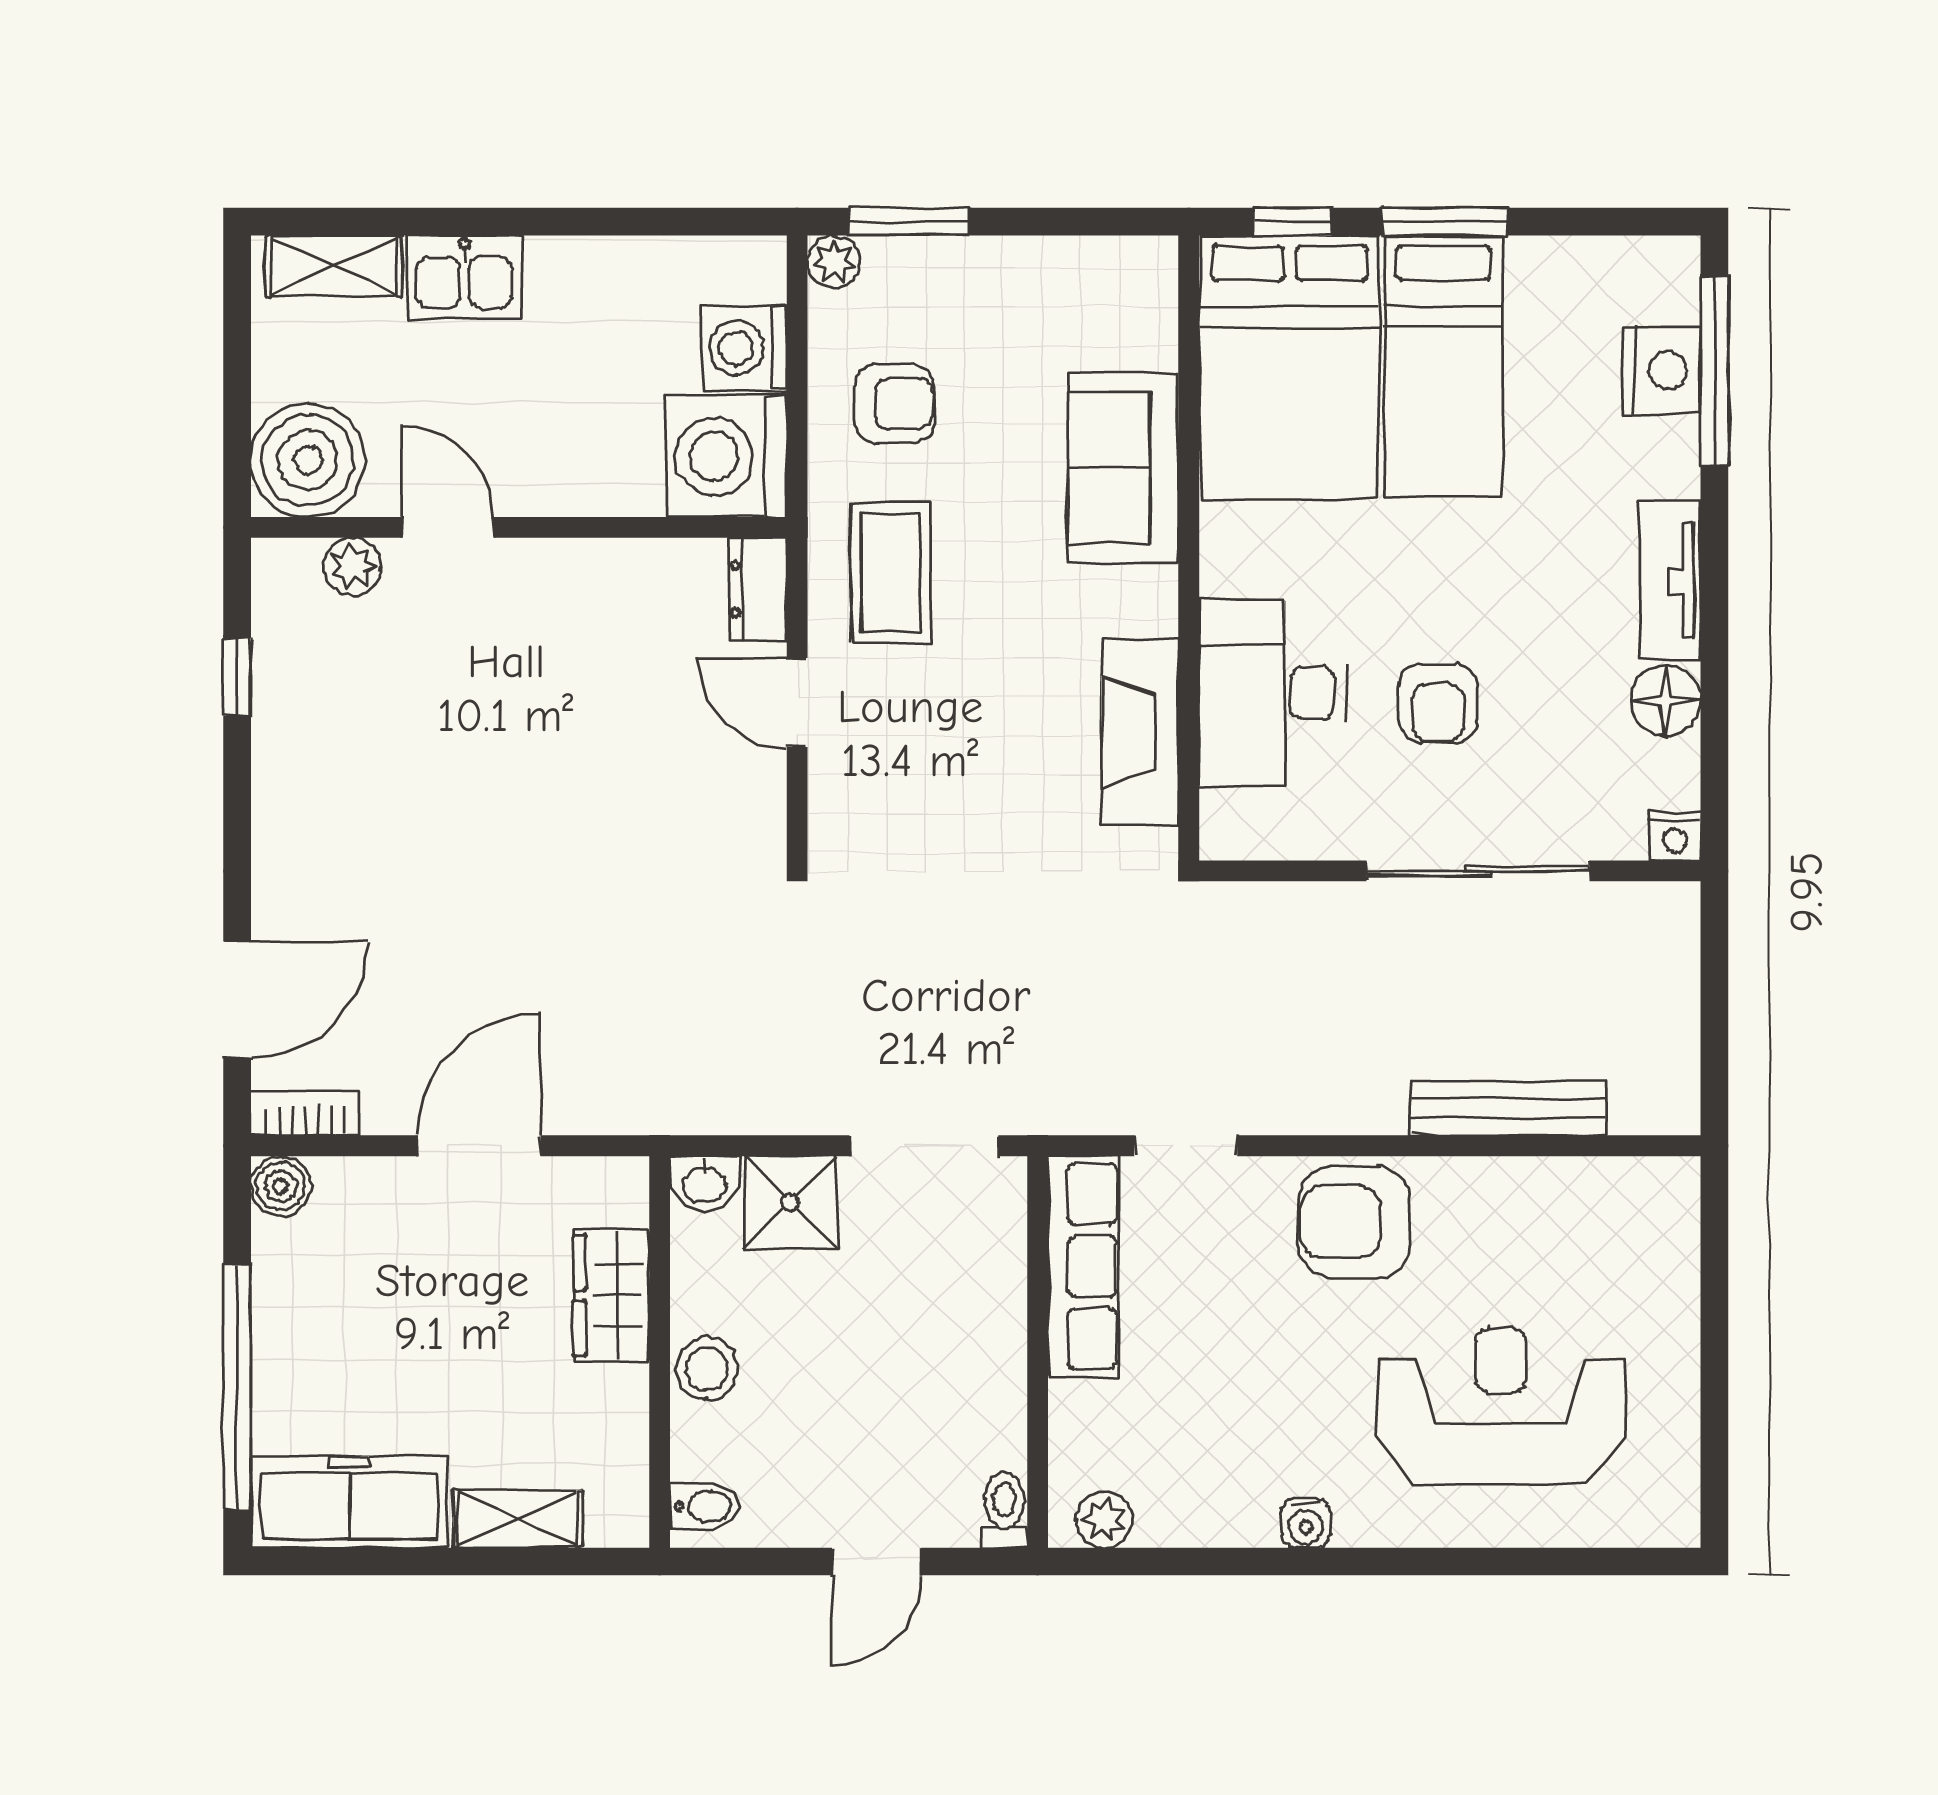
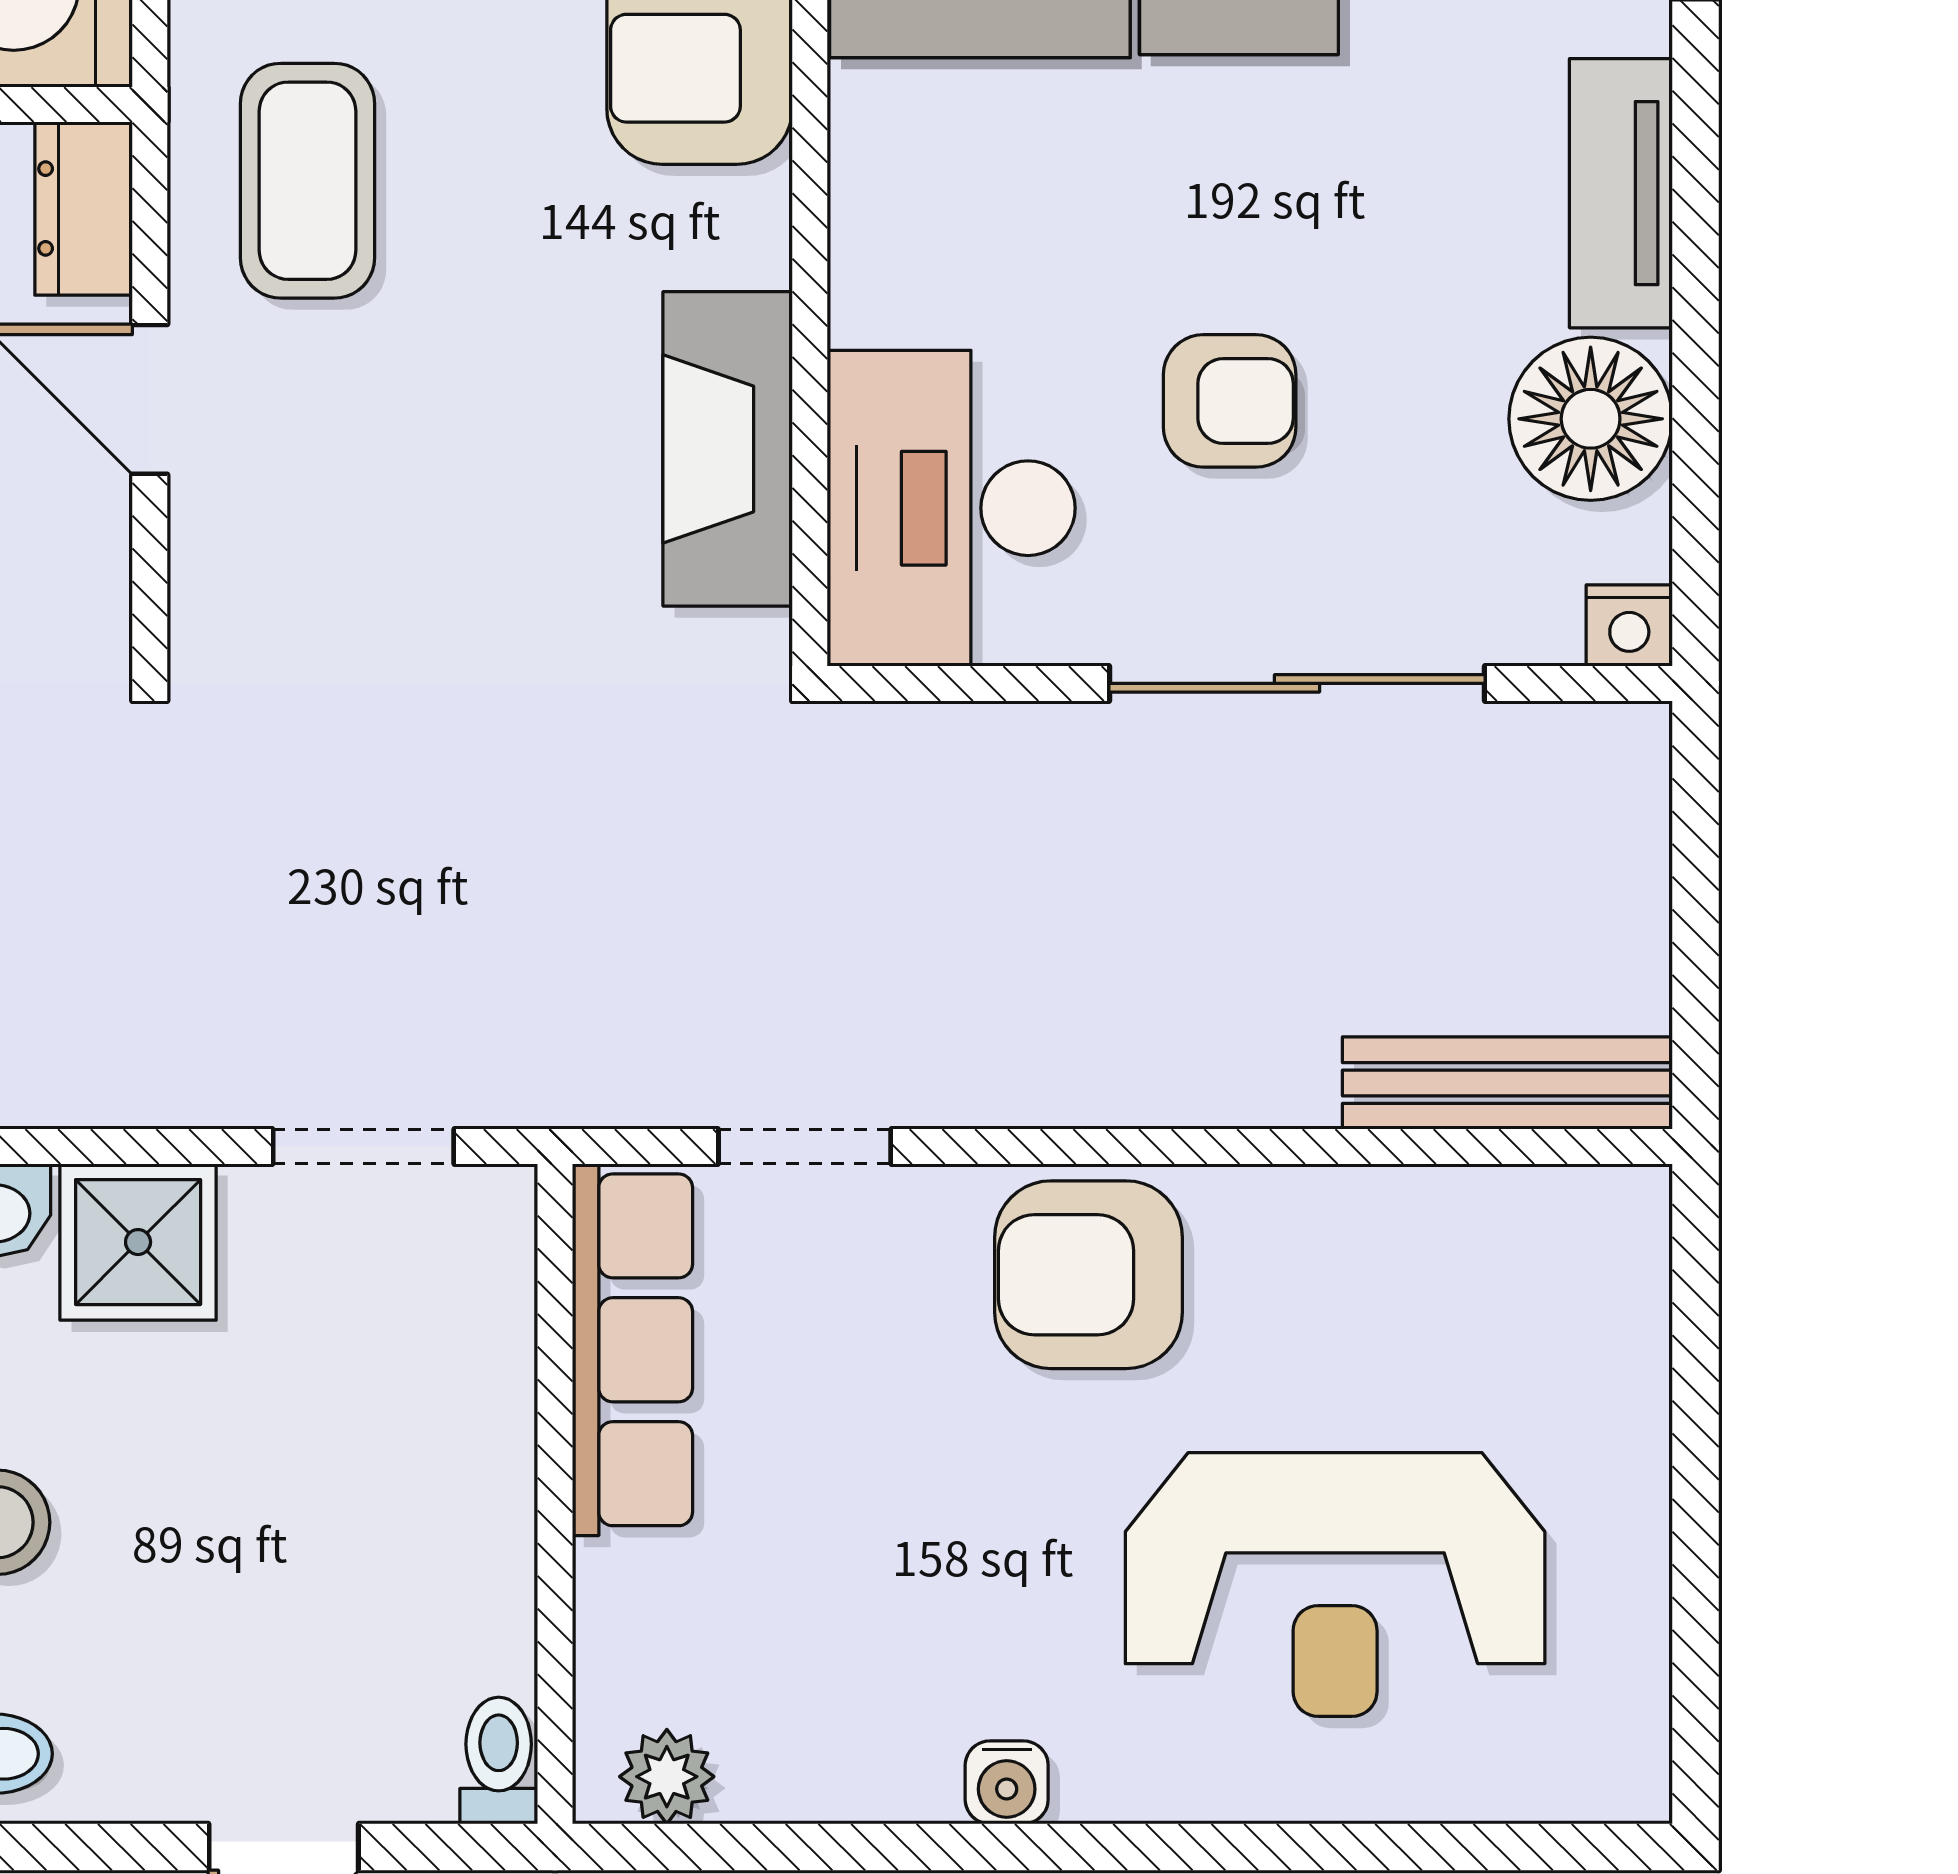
desk: (1273, 693) -> (951, 508), moved
floor lamp: (1665, 701) -> (1591, 419), width x1.38, depth x1.38
armchair: (1438, 703) -> (1230, 401), turned -90
bench: (1508, 1108) -> (1507, 1083), moved
doorway: (924, 1146) -> (363, 1147), width x0.73
reception desk: (1501, 1406) -> (1335, 1584), turned 180

